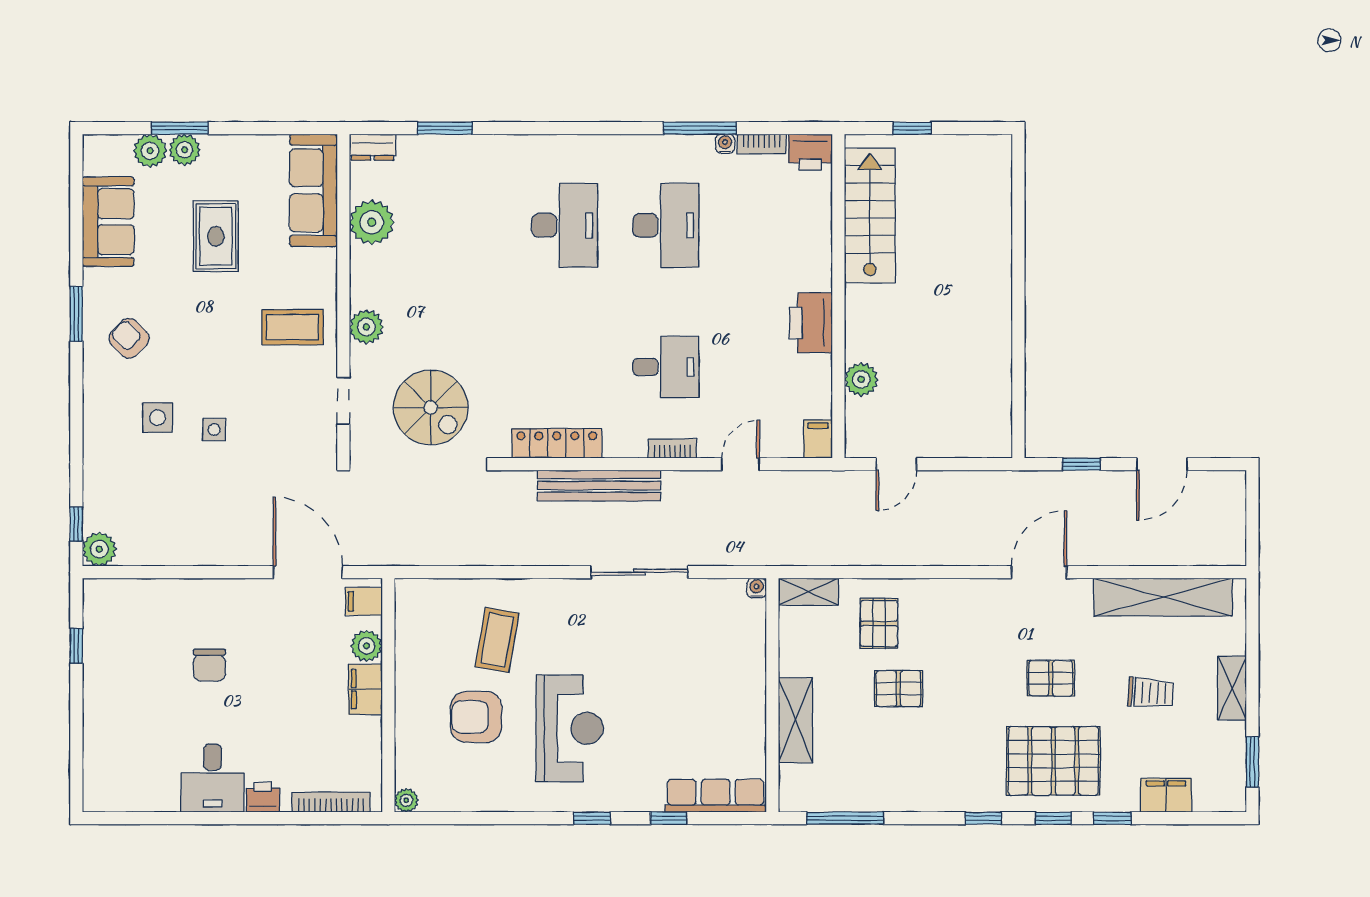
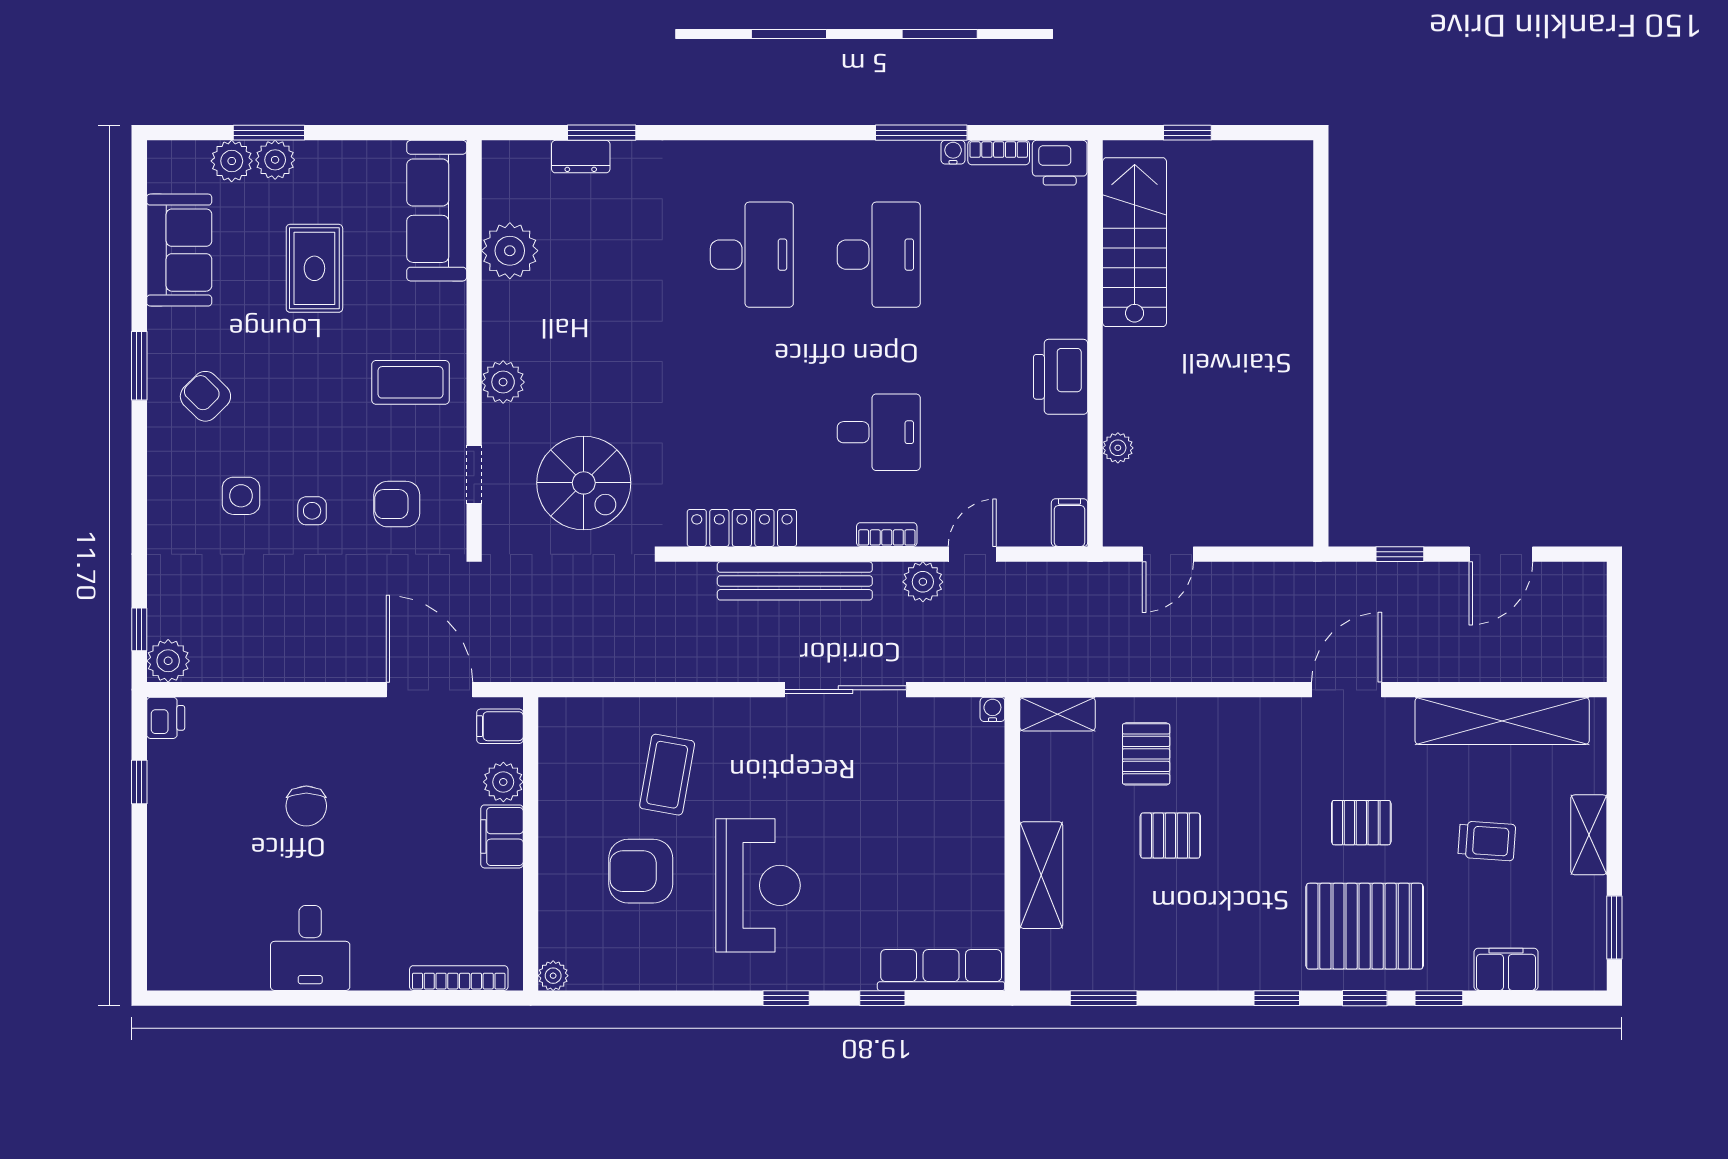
dresser: (373, 147) -> (581, 157), moved
plant: (861, 379) -> (1118, 448), width x0.73, depth x0.73
armchair: (282, 424) -> (397, 504), added
plant: (701, 486) -> (923, 582), added
printer: (263, 797) -> (166, 718), moved, turned 90
window: (845, 818) -> (1104, 998), width x0.69

